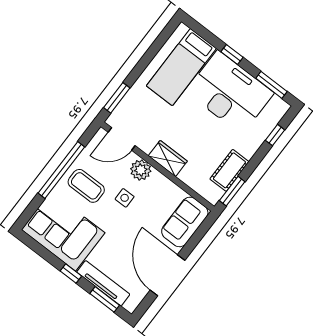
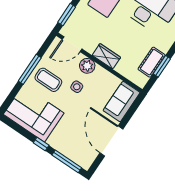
window: (61, 170) -> (30, 69), width x0.68
window: (232, 191) -> (162, 66), moved
tv unit: (103, 283) -> (65, 150), removed
window: (105, 299) -> (67, 161), width x1.44

